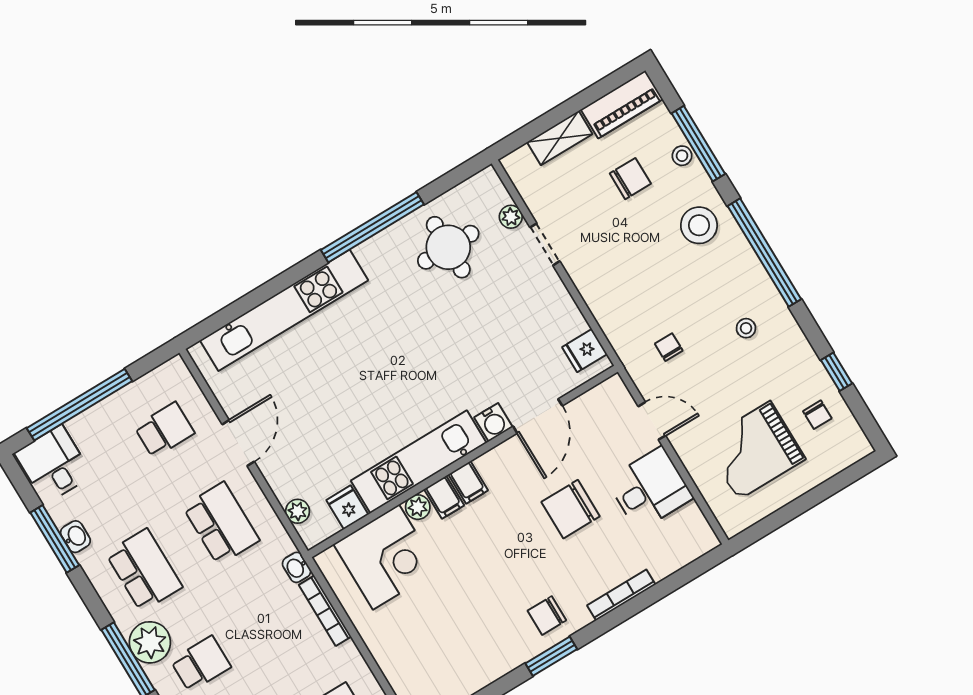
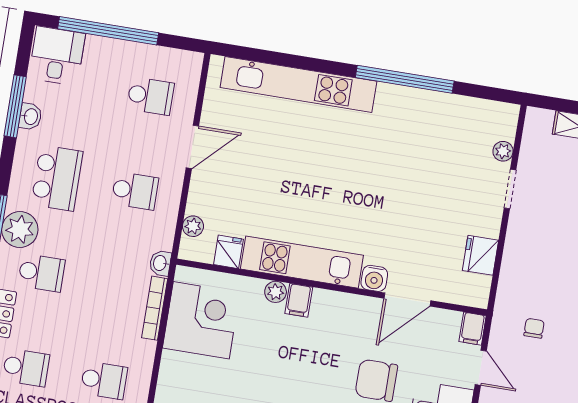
round table: (448, 247) -> (444, 136), removed
fridge: (585, 351) -> (480, 255), moved, width x1.38
filing cabinet: (468, 482) -> (473, 329), moved
school desk: (221, 523) -> (135, 191), width x0.54
corner desk: (386, 557) -> (201, 320), moved, turned -90

